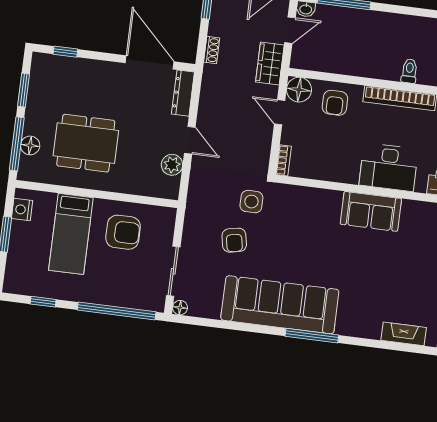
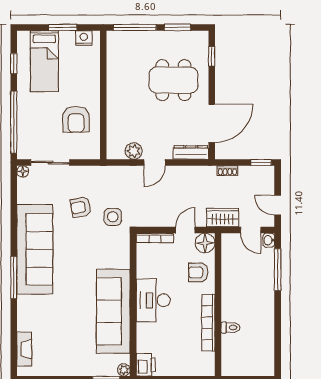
dining table: (86, 143) -> (173, 80), moved, turned 90
floor lamp: (30, 145) -> (135, 38), removed
bookcase: (284, 160) -> (155, 238), width x1.56
desk: (389, 167) -> (153, 300), moved
sofa: (371, 211) -> (113, 311), width x1.85, depth x1.27
bed: (71, 234) -> (44, 61), moved, turned -90

